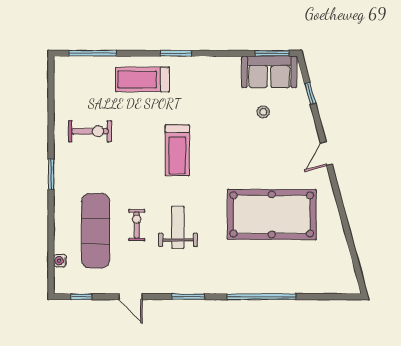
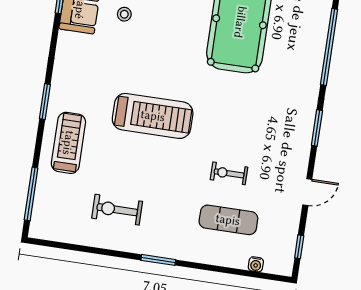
treadmill: (142, 80) -> (68, 143), turned 180
exercise bike: (90, 131) -> (117, 210), turned -90
treadmill: (177, 150) -> (153, 116), width x1.37, depth x1.38
weight bench: (178, 227) -> (238, 128), removed
exercise mat: (96, 231) -> (228, 220), width x0.73, depth x0.69

